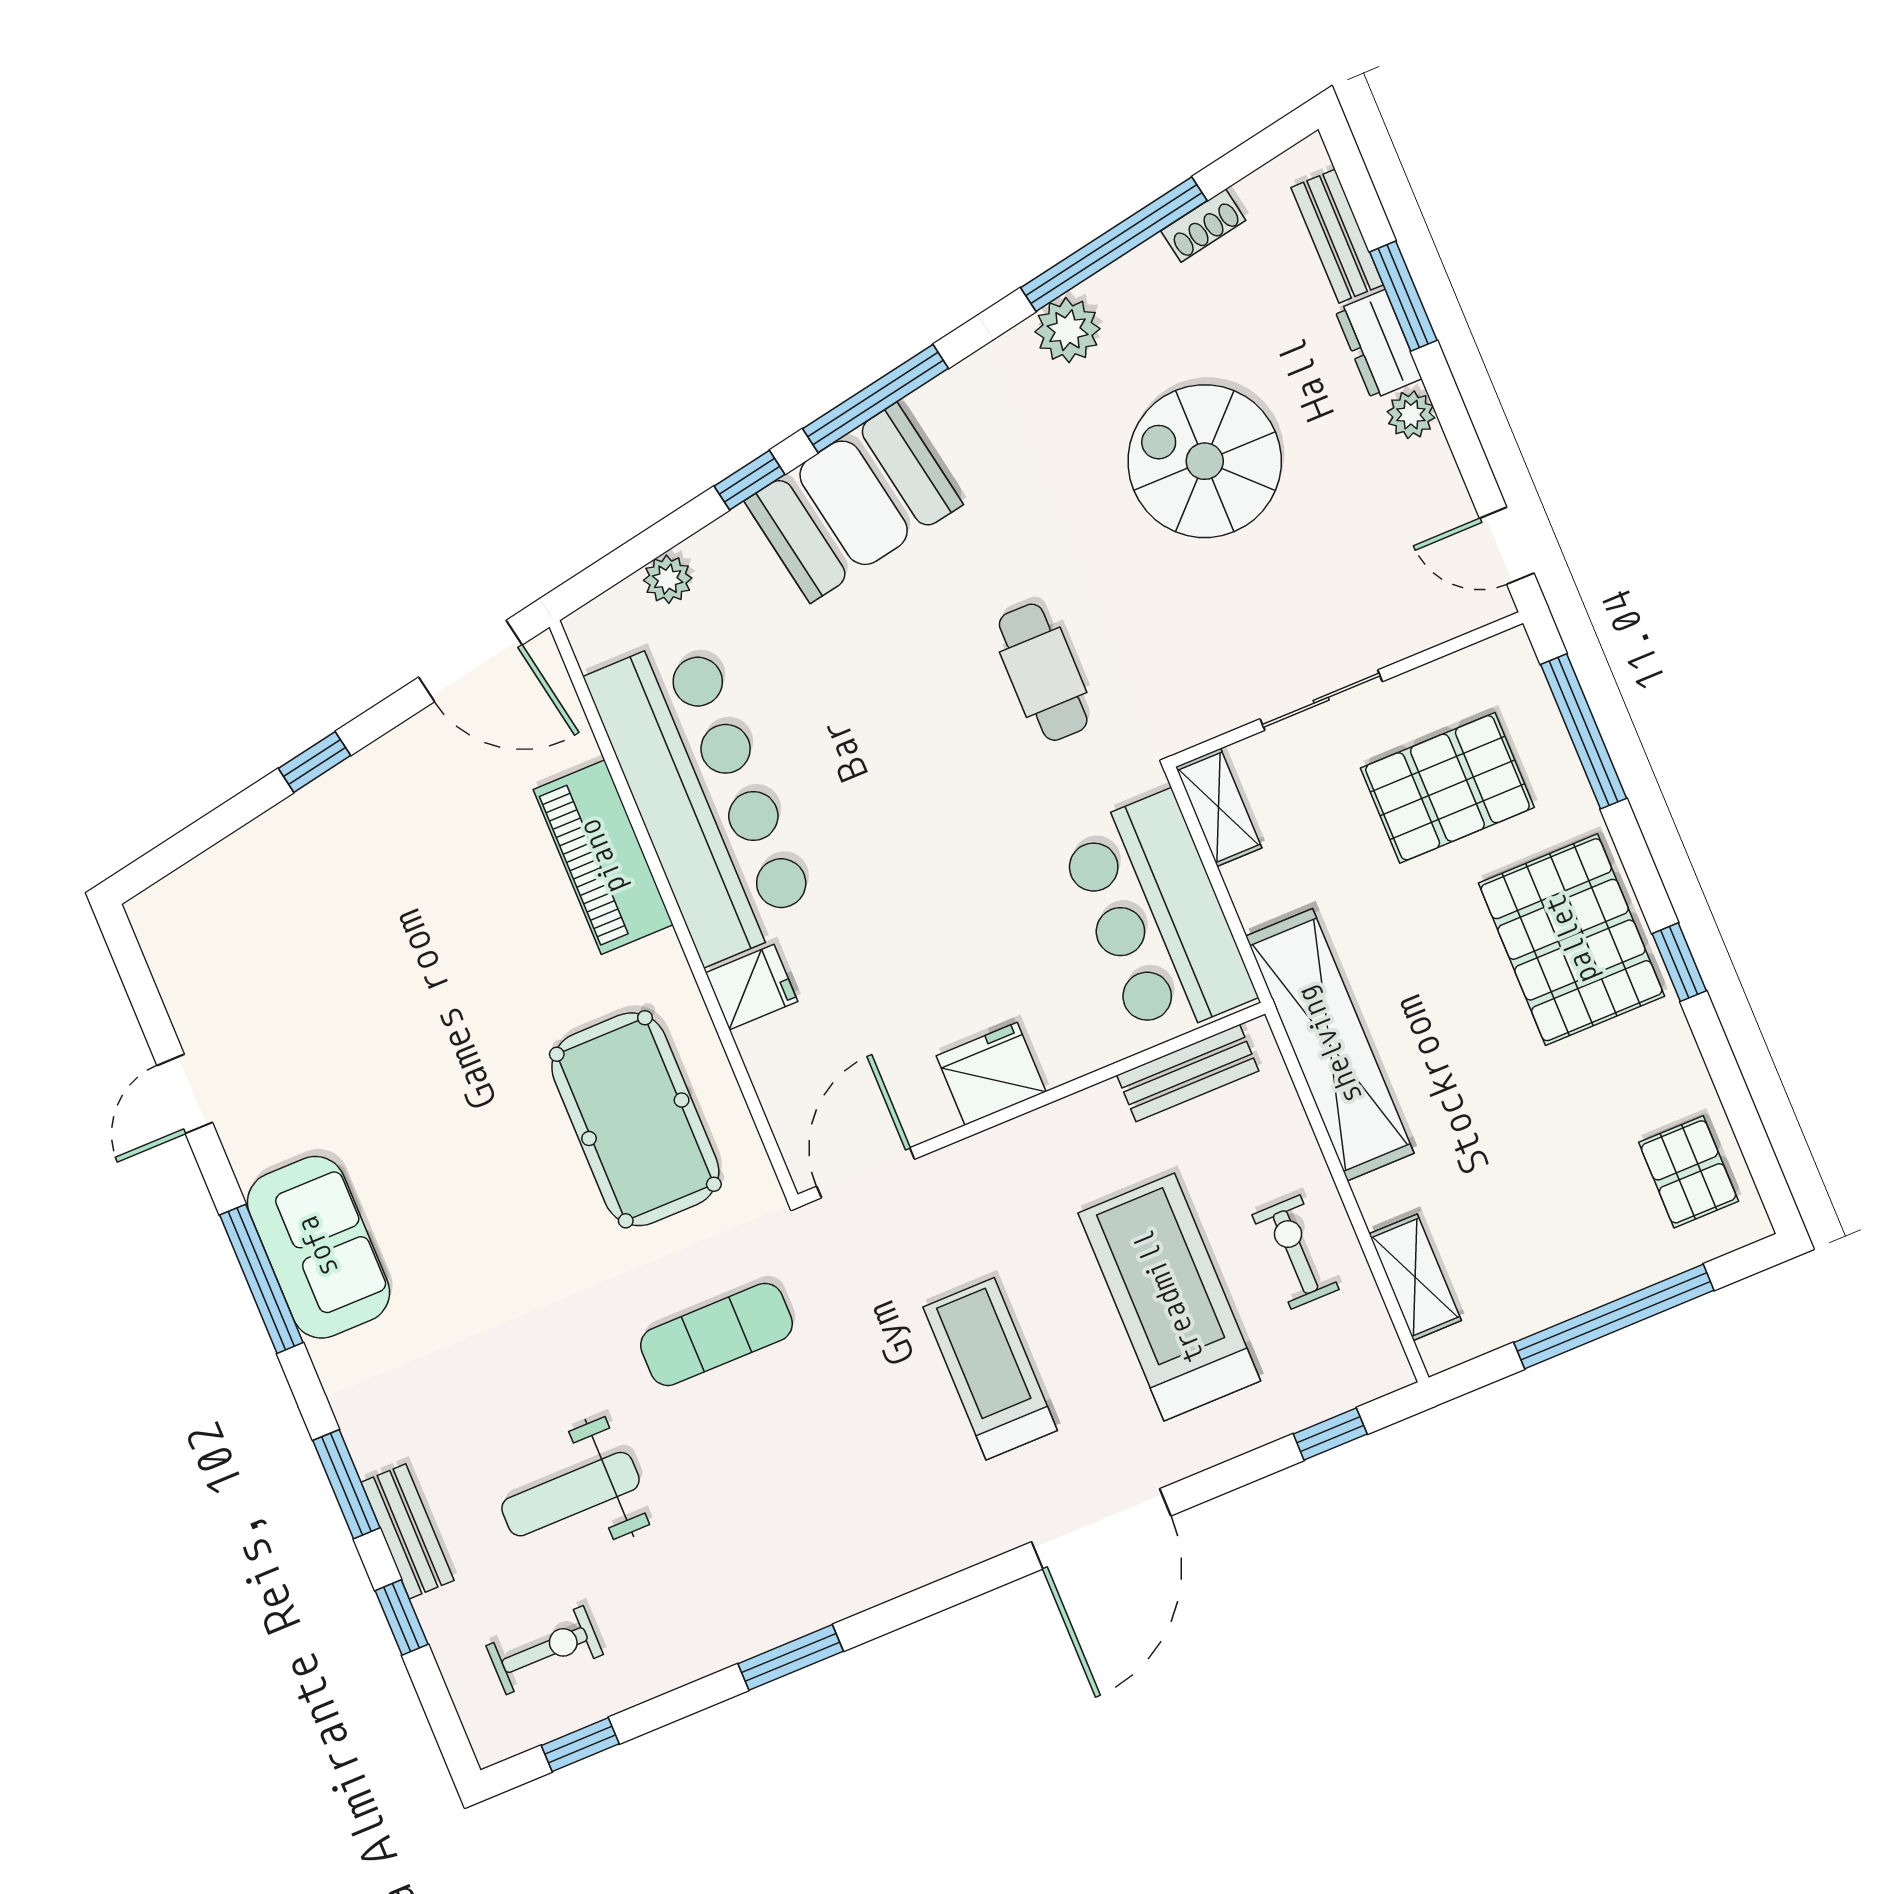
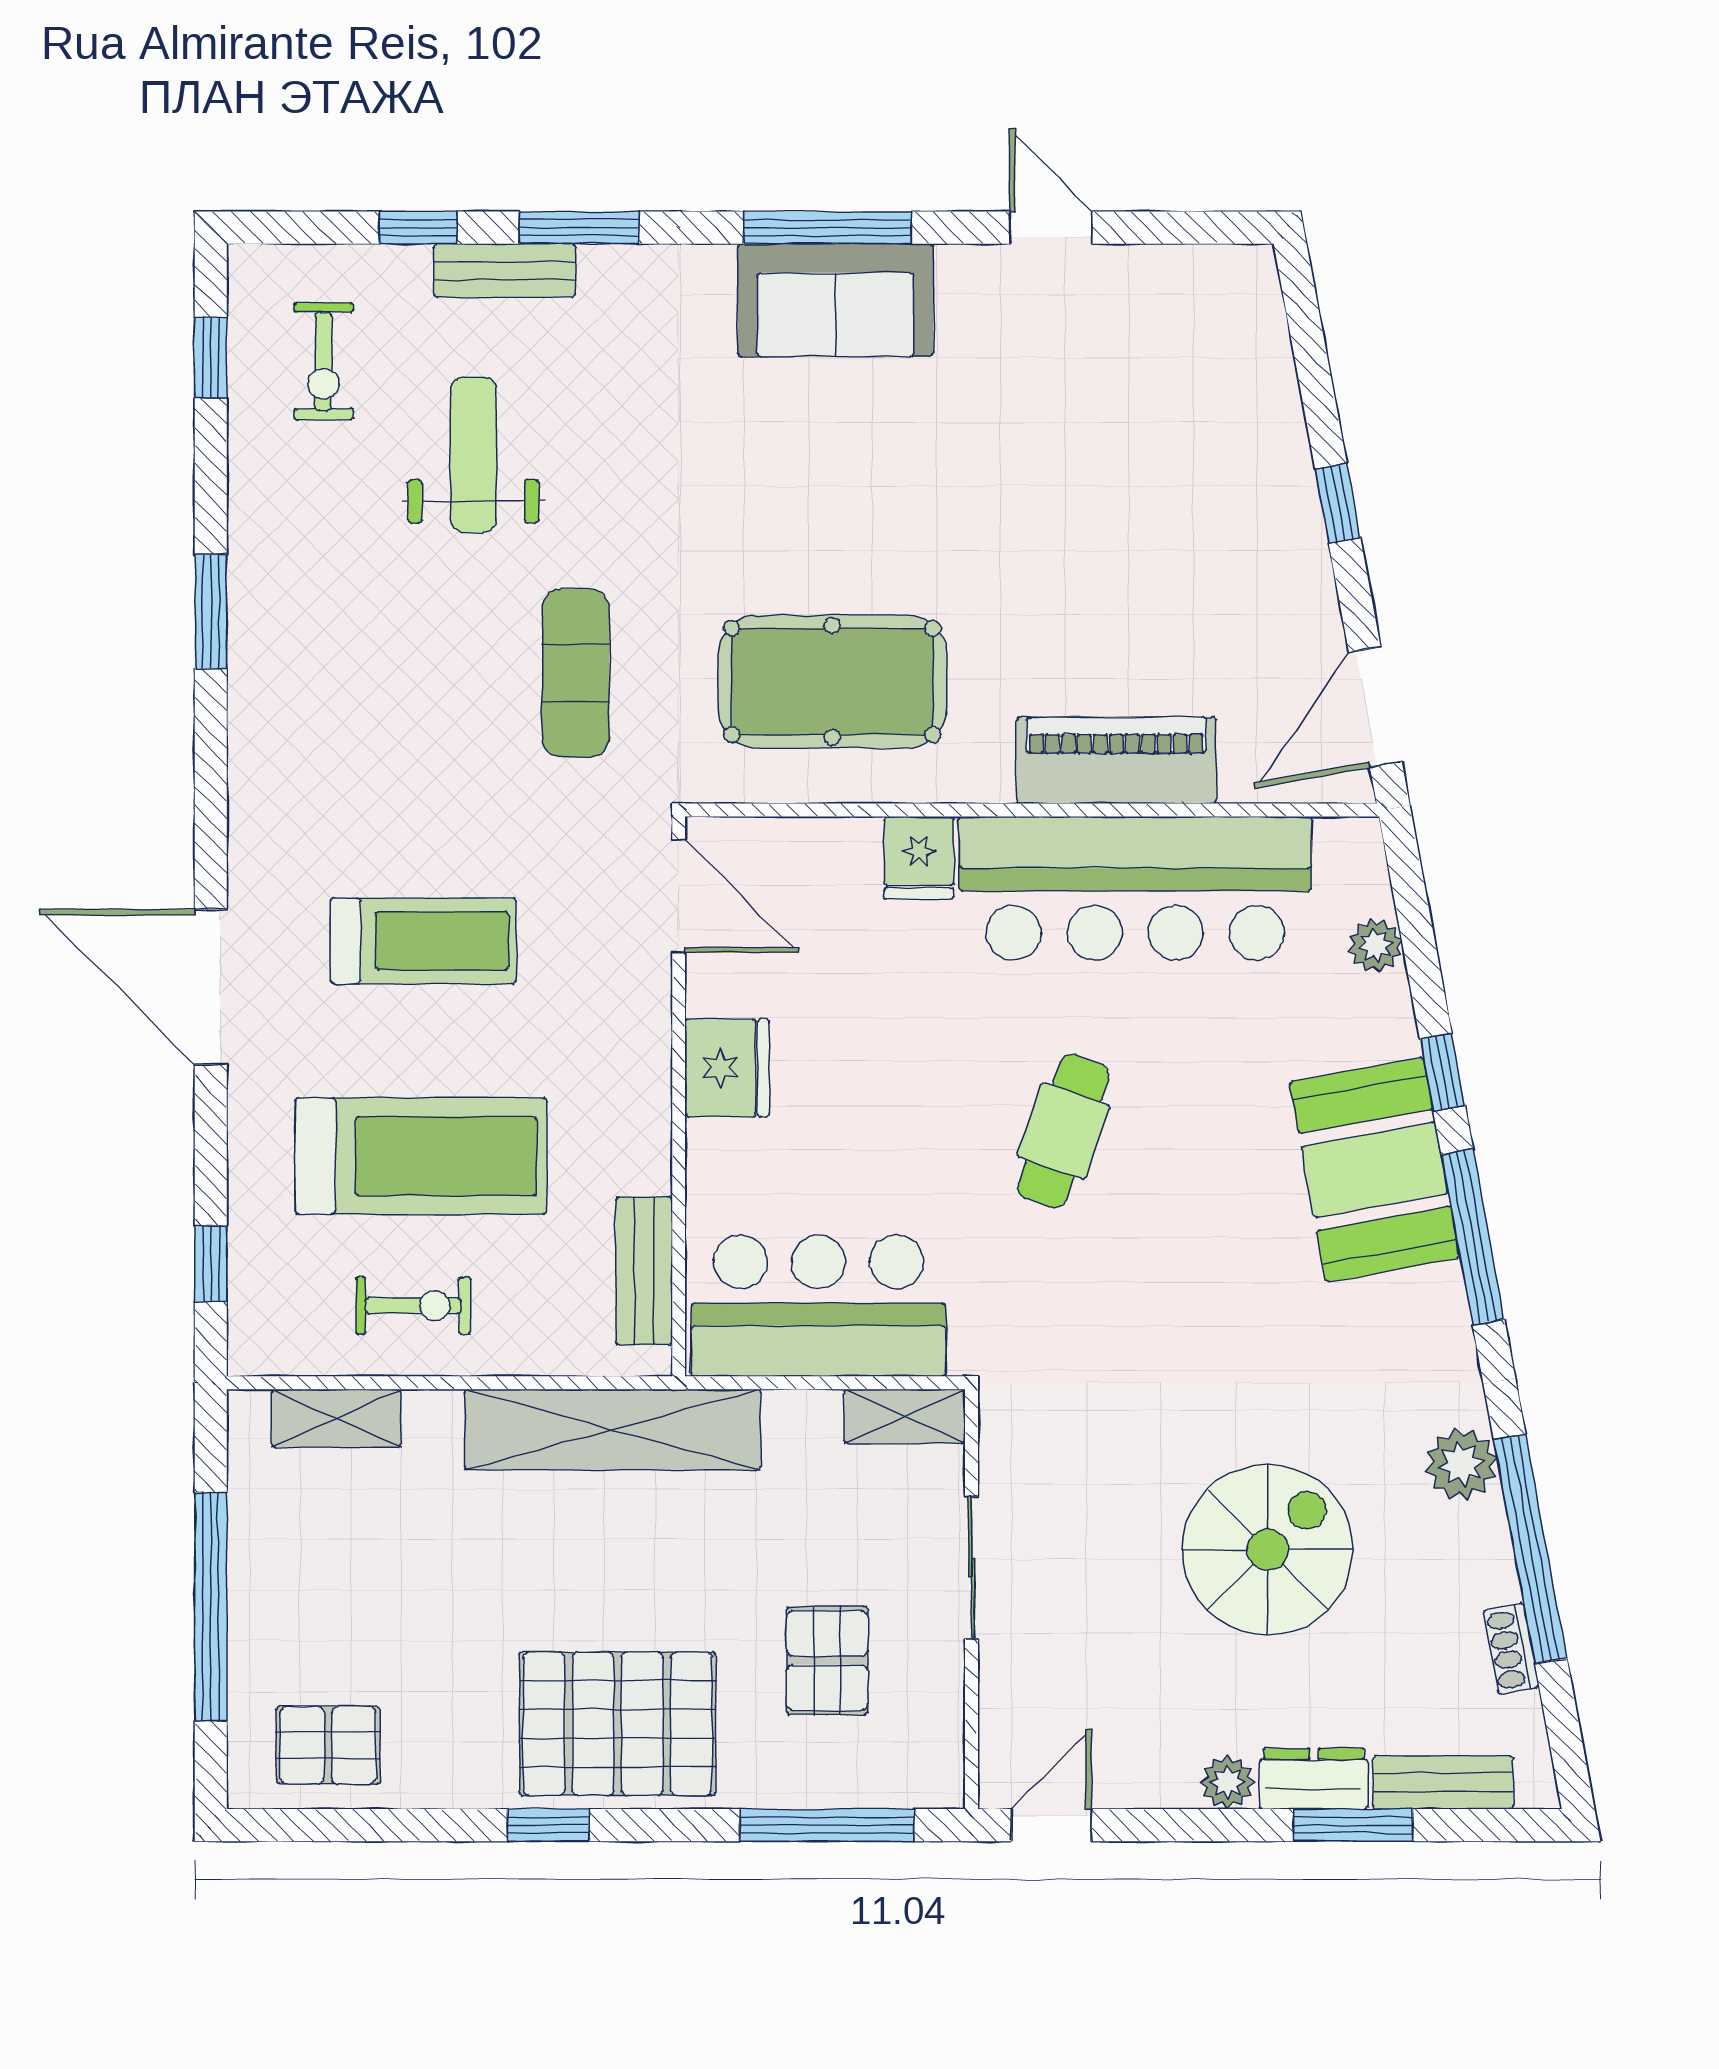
cafe table: (1043, 672) -> (1063, 1131), moved, turned -71
pallet: (1447, 788) -> (827, 1661), width x0.67, depth x0.71

